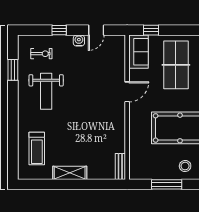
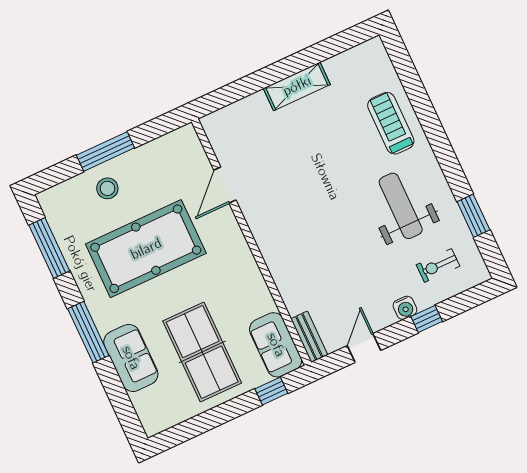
water cooler: (79, 41) -> (405, 308), moved
door: (127, 92) -> (225, 185), moved
treadmill: (37, 149) -> (391, 123), moved
bench: (120, 167) -> (309, 337), moved
window: (167, 184) -> (105, 152), moved

